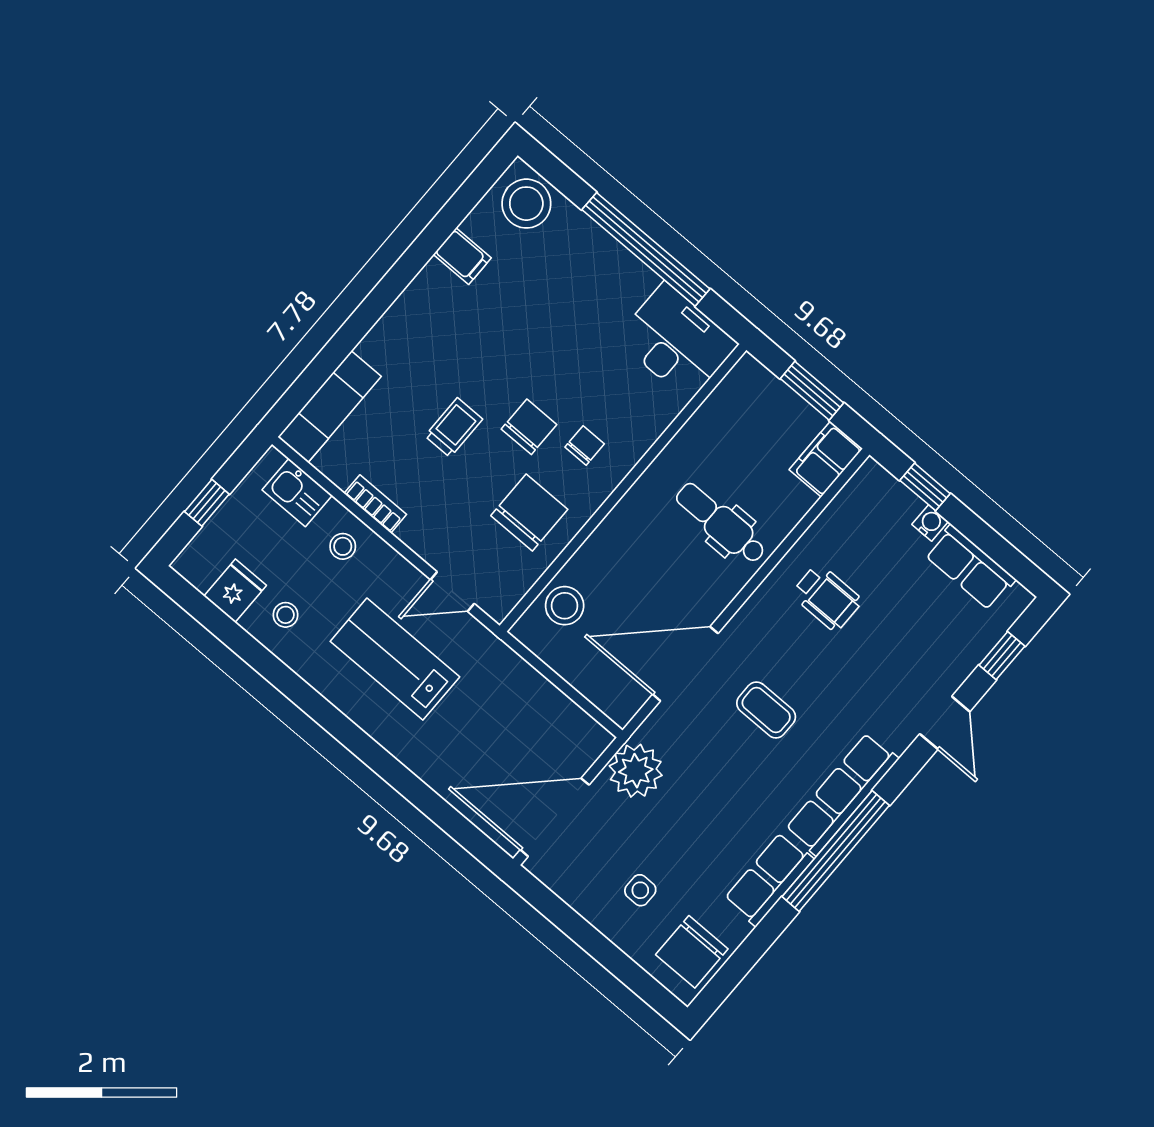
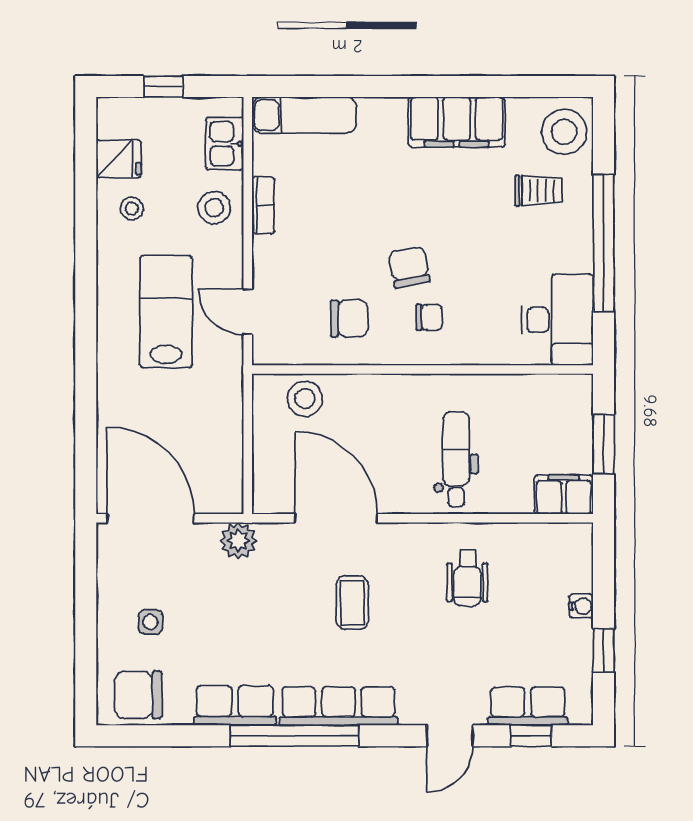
filing cabinet: (462, 256) -> (457, 122), width x3.00, depth x1.17
chair: (529, 427) -> (409, 267), turned -101
trolley: (454, 428) -> (539, 191), moved
window: (925, 487) -> (604, 650), moved
chair: (529, 513) -> (349, 318), width x0.73, depth x0.73
stool: (343, 546) -> (214, 208), width x1.37, depth x1.37
row of seats: (970, 567) -> (528, 706), moved, turned 90
plant: (636, 771) -> (238, 541), width x0.73, depth x0.73

